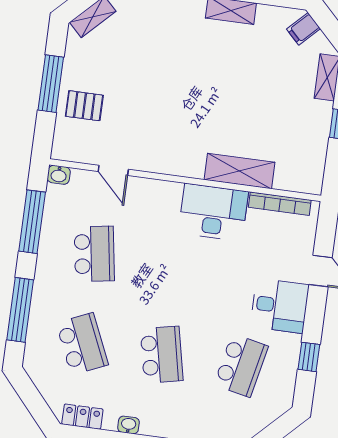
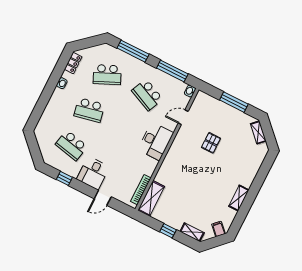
pallet: (84, 106) -> (211, 143), moved
shelving: (240, 171) -> (151, 198), moved
desk: (213, 212) -> (156, 141), moved
school desk: (94, 254) -> (147, 95), turned 33

